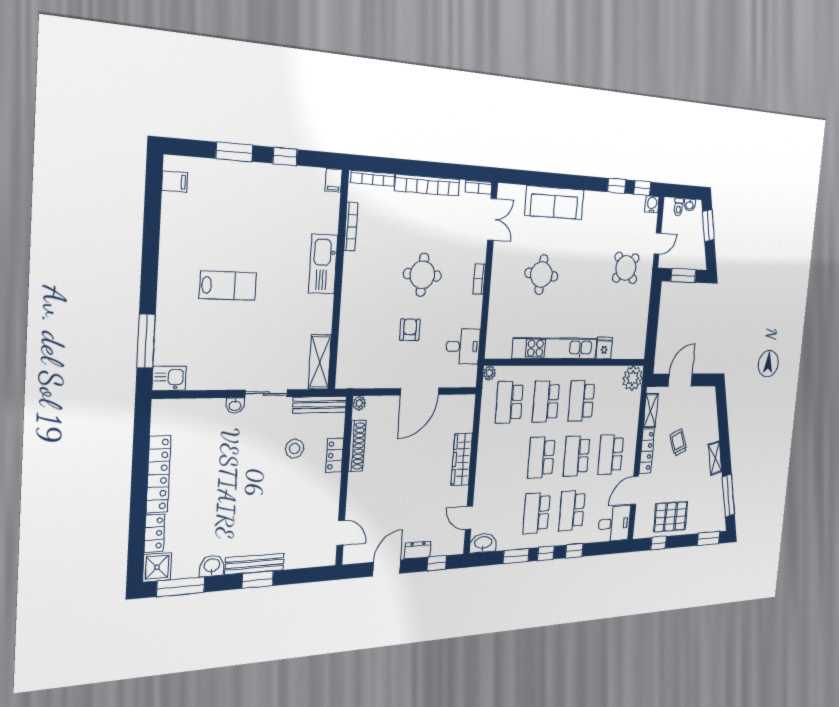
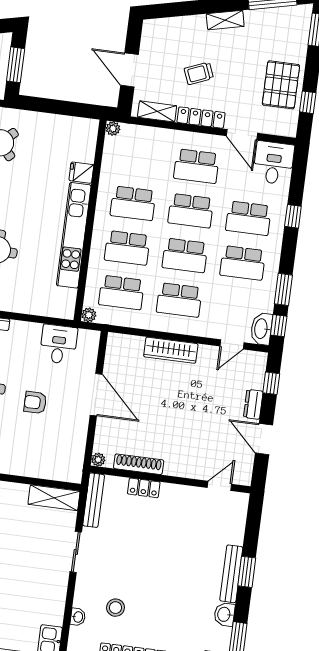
plant: (633, 378) -> (113, 129), width x0.53, depth x0.53
washbasin: (235, 405) -> (78, 617), moved
stool: (295, 449) -> (115, 608), moved
school desk: (505, 459) -> (179, 300), added
window: (546, 553) -> (279, 326), moved

